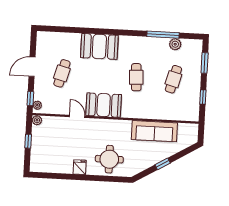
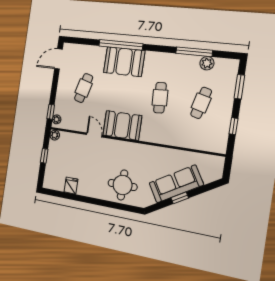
window: (94, 31) -> (121, 45), added
door: (32, 67) -> (58, 59), moved
sofa: (154, 131) -> (176, 184), moved, turned 149
fridge: (80, 167) -> (71, 186), moved

